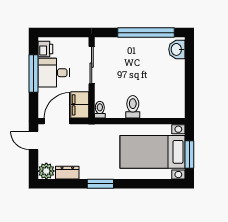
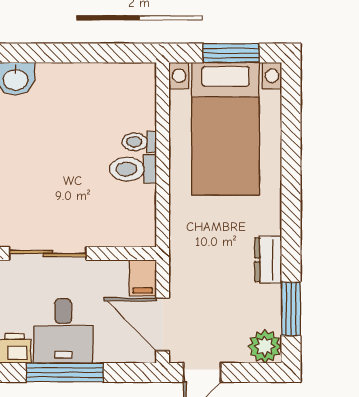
filing cabinet: (80, 105) -> (143, 278), width x0.50
toilet: (100, 110) -> (139, 142), moved
dresser: (67, 173) -> (268, 260), moved
window: (100, 184) -> (291, 309), moved

